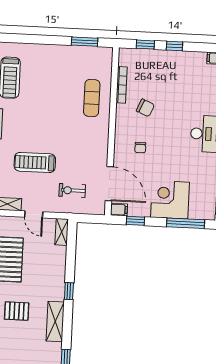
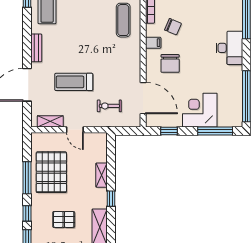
chair: (140, 148) -> (170, 63), width x1.87, depth x1.87
filing cabinet: (119, 210) -> (153, 43), moved
shelving: (62, 232) -> (102, 175), moved

